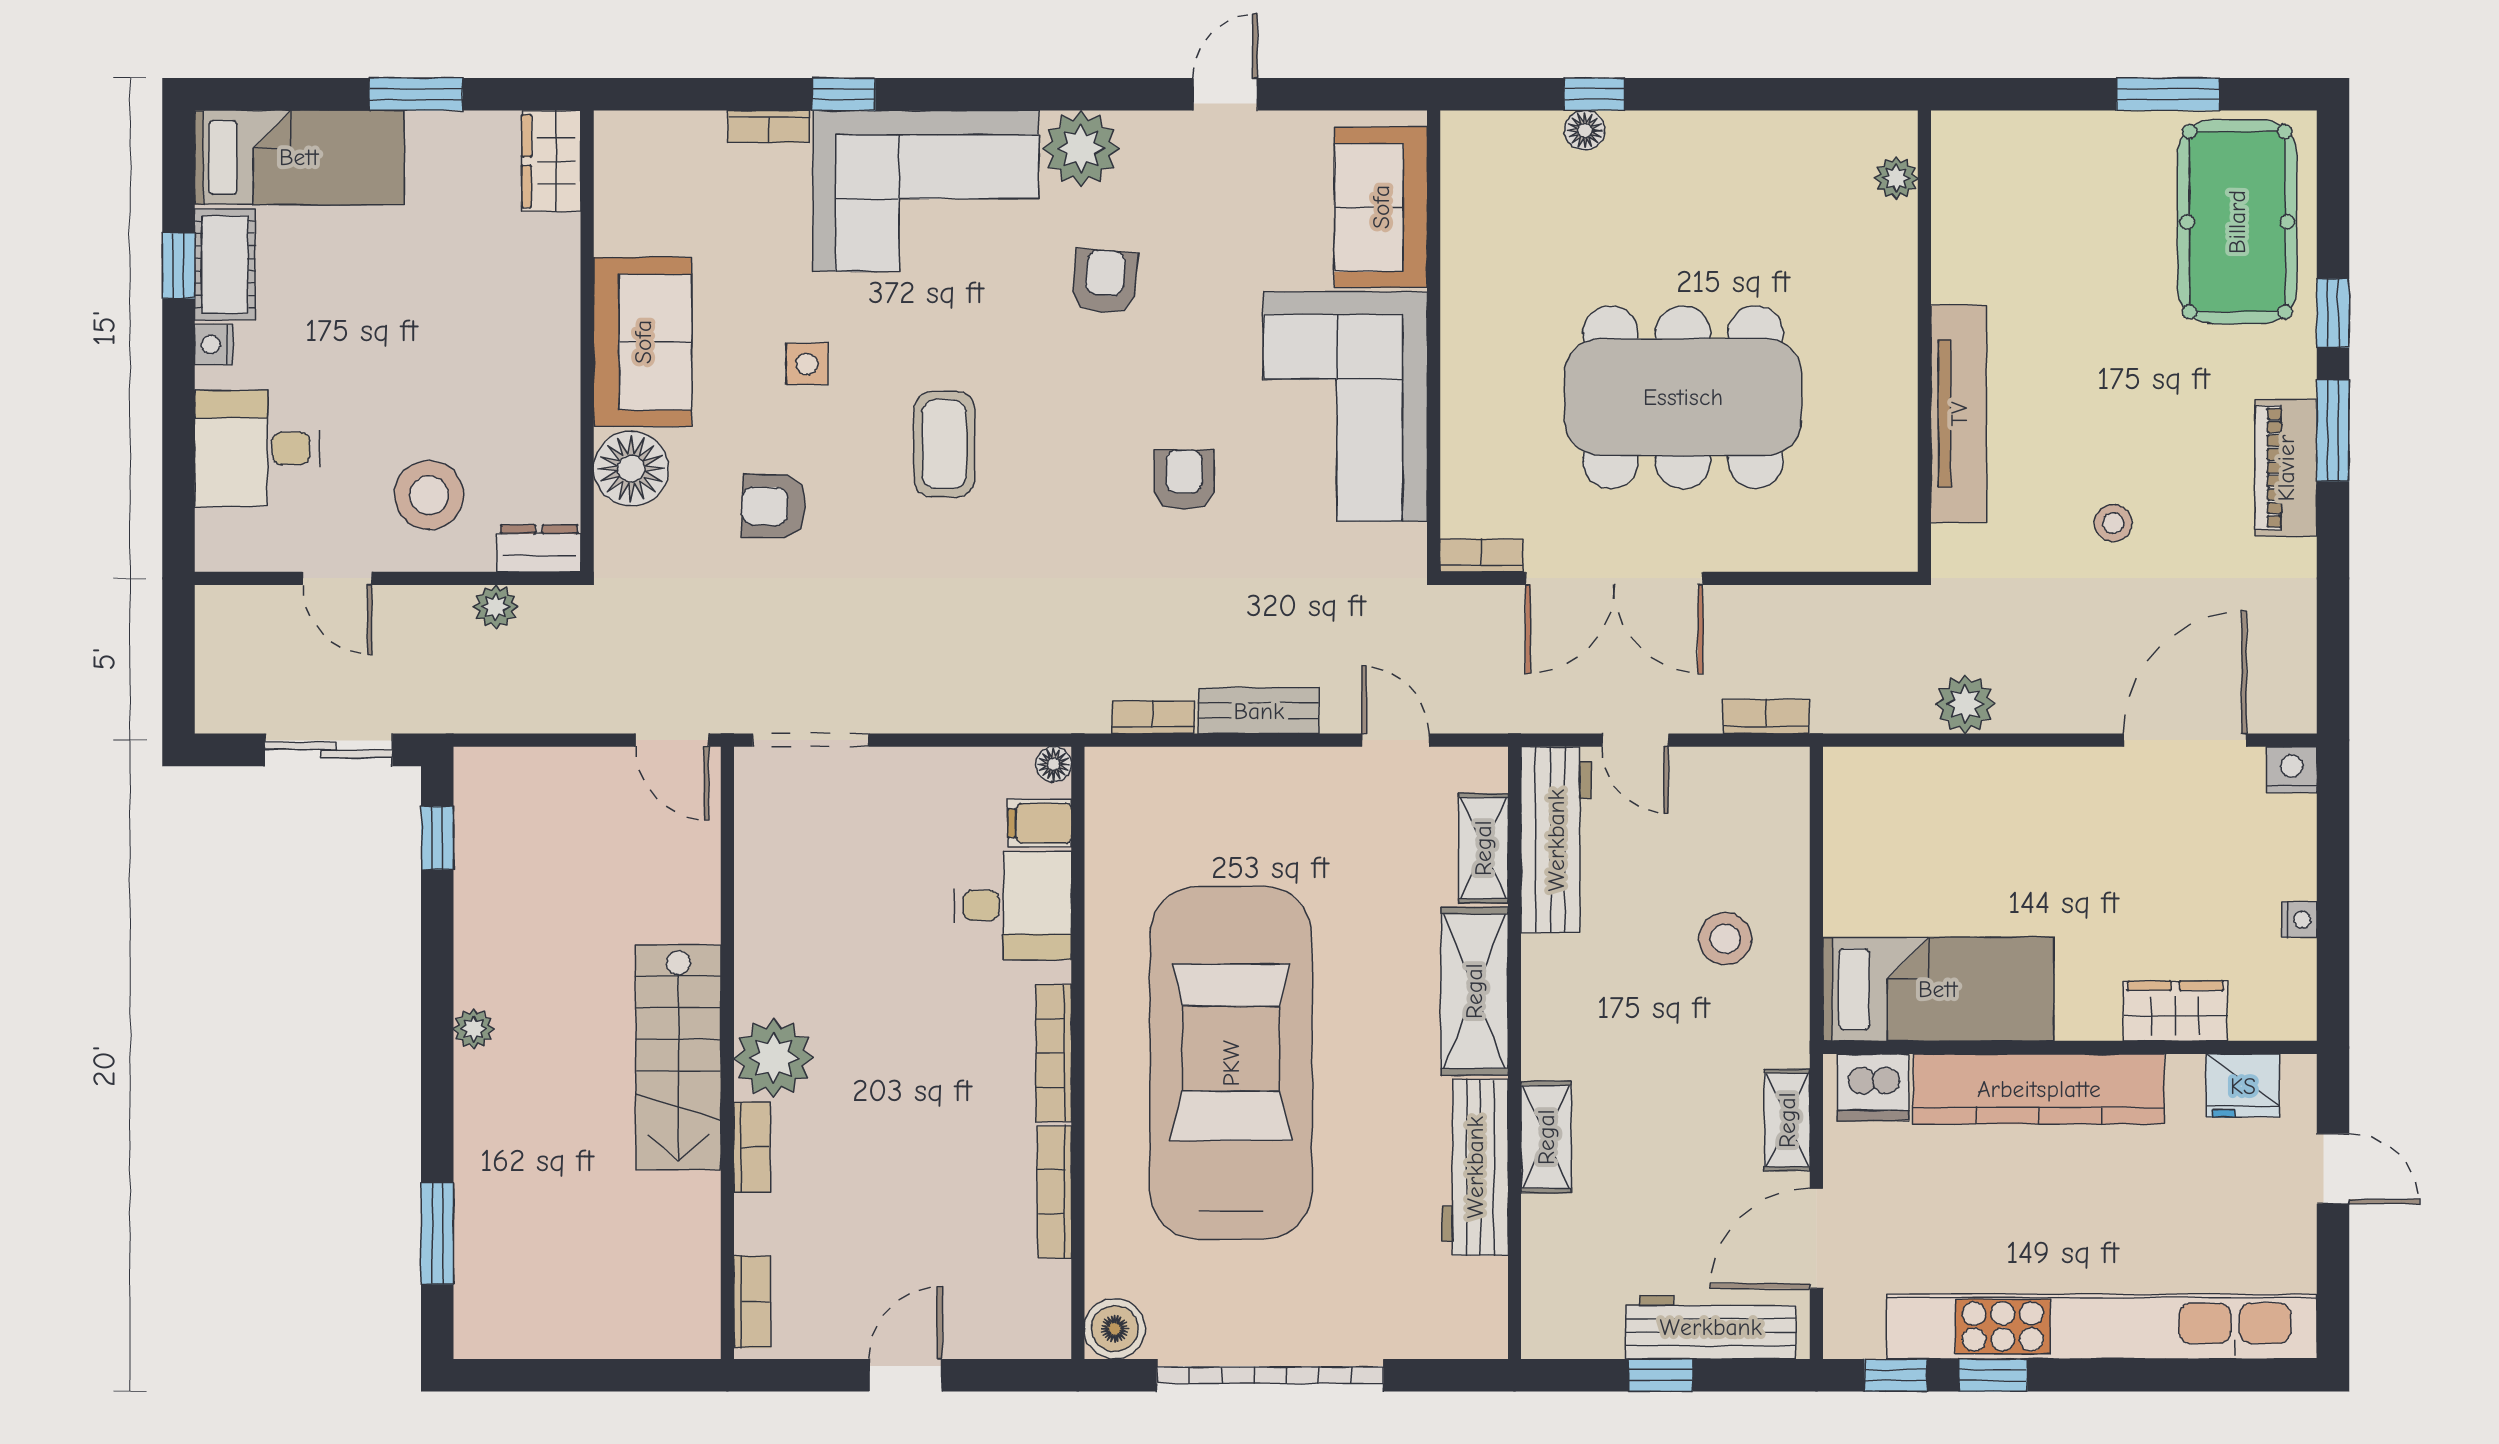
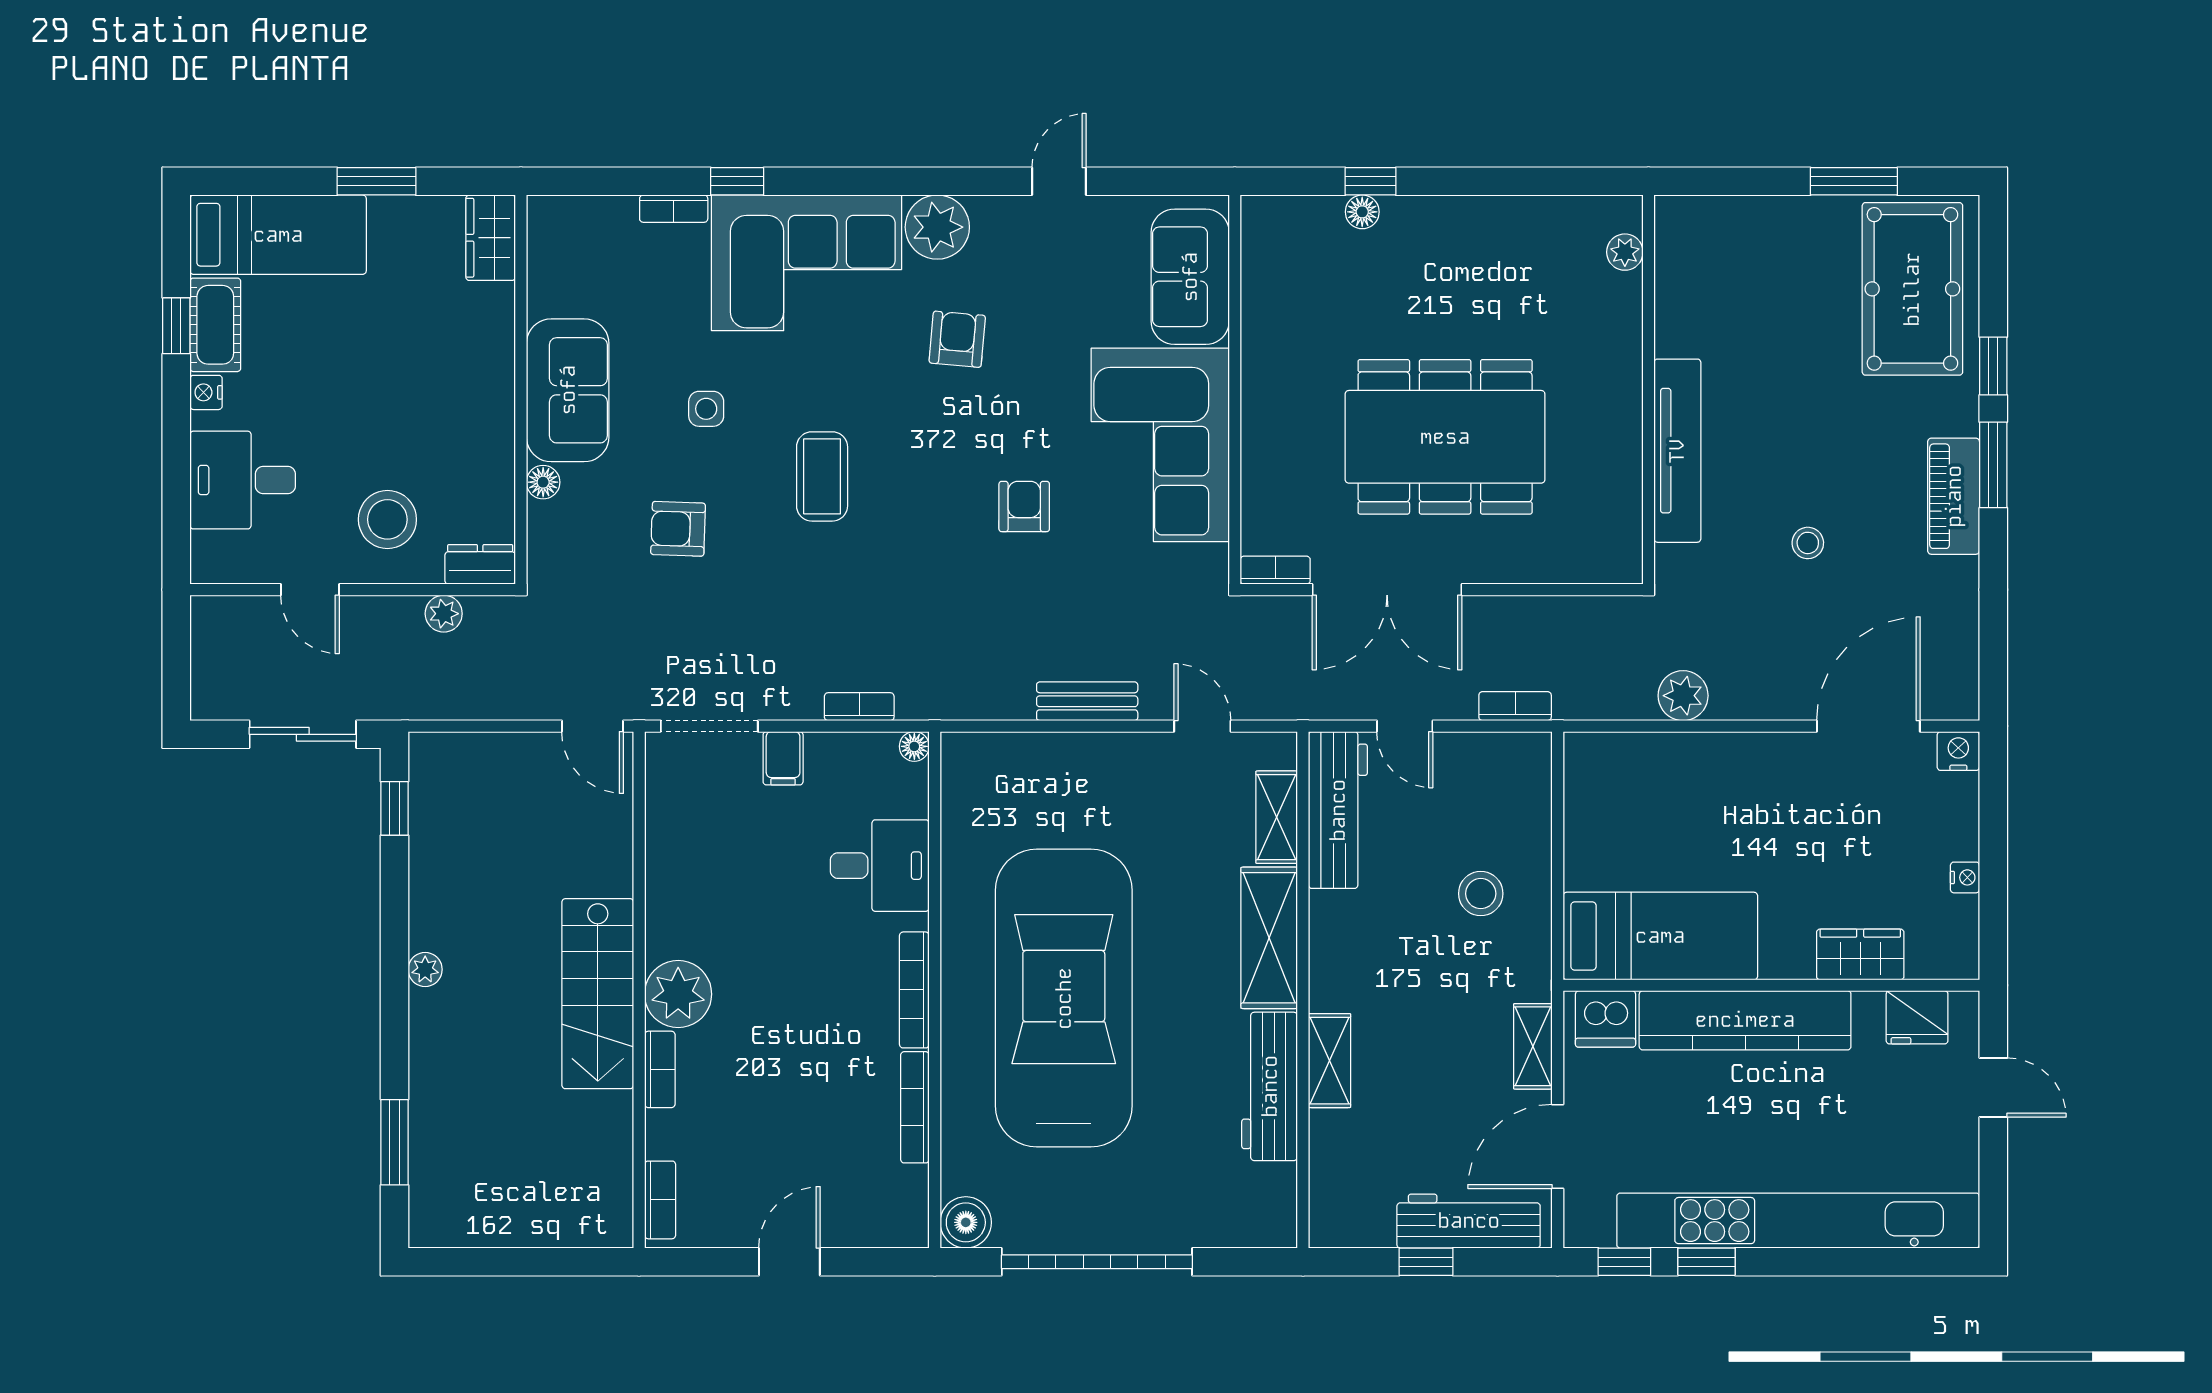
floor lamp: (631, 469) -> (543, 482), width x0.53, depth x0.53
bookcase: (1153, 717) -> (859, 707), moved
filing cabinet: (1040, 823) -> (783, 758), moved, turned -90

